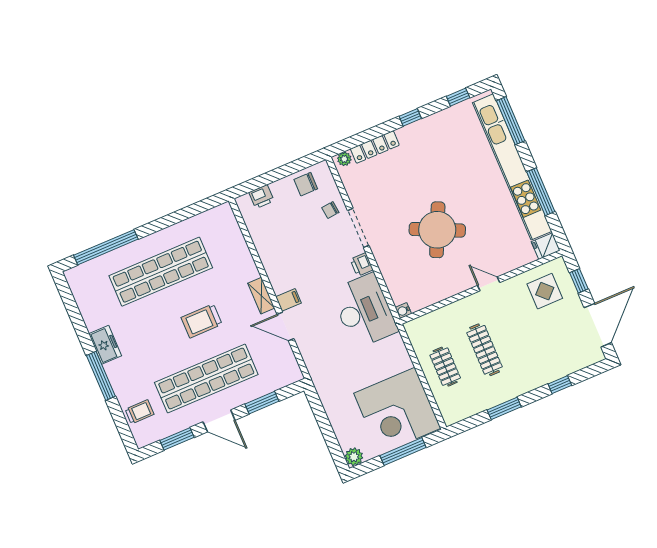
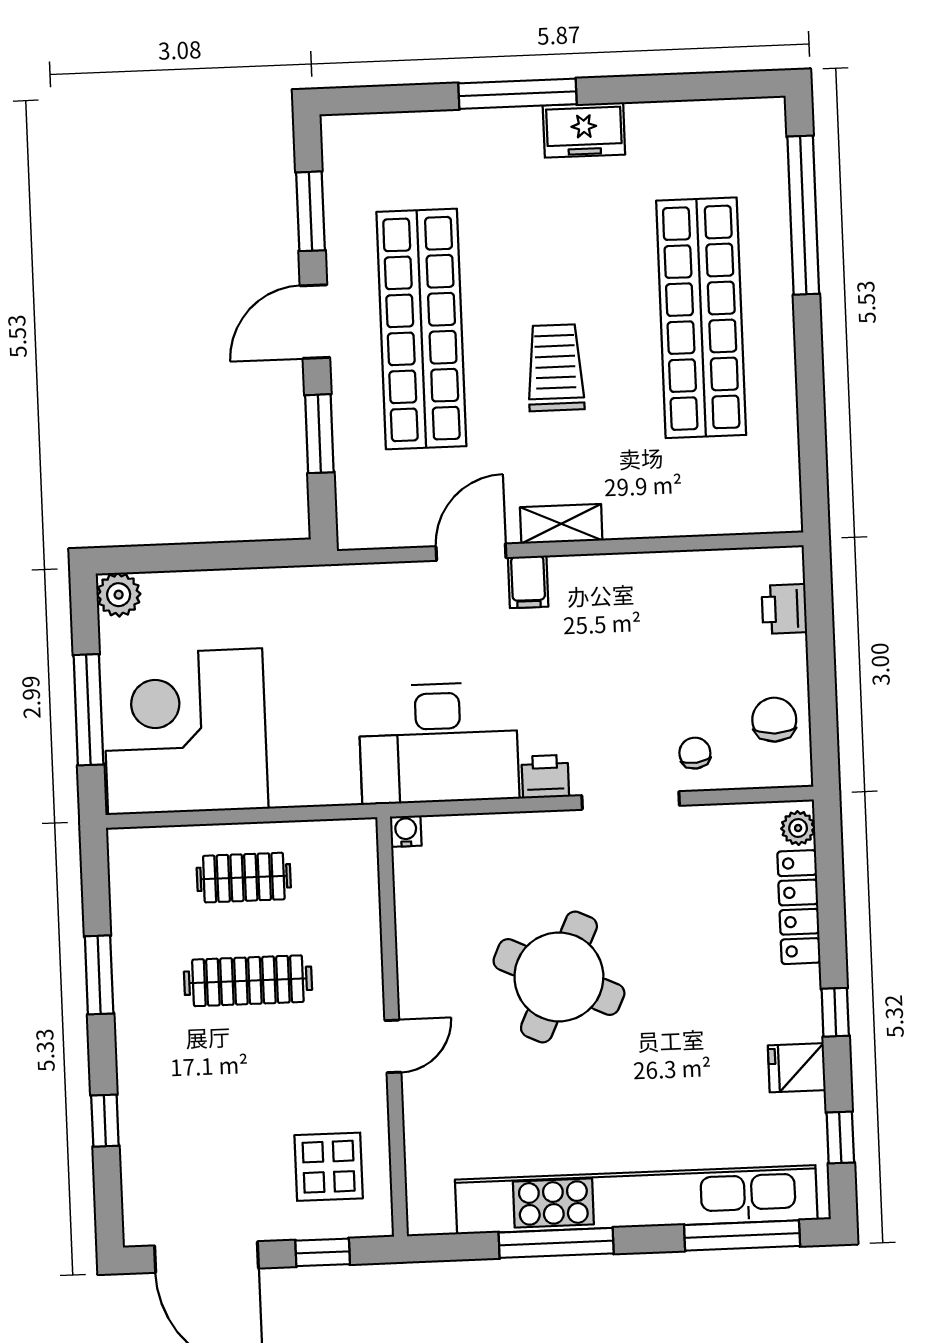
fridge: (546, 246) -> (797, 1068), moved, turned -90
trolley: (140, 412) -> (404, 150), removed

